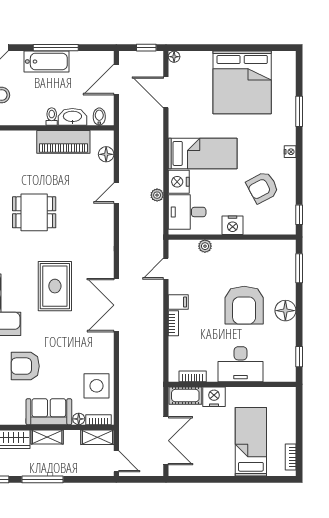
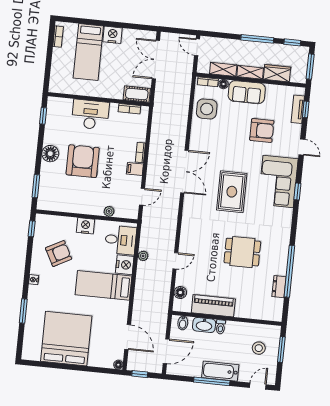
nightstand: (214, 397) -> (113, 35), moved, turned 180
shelving: (97, 437) -> (223, 69), moved

